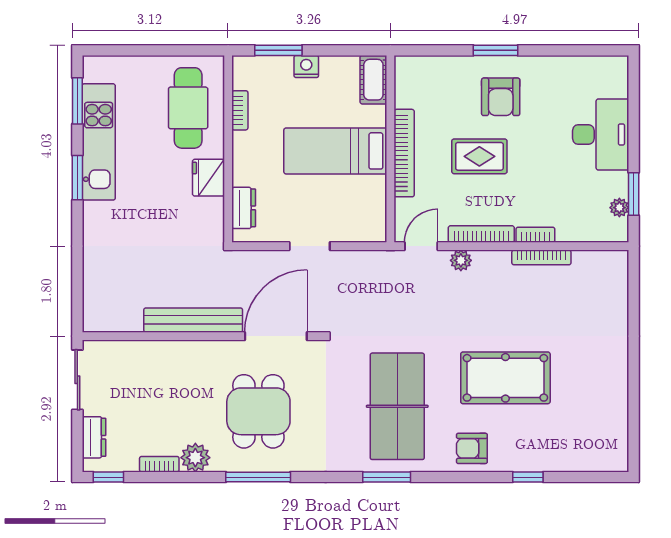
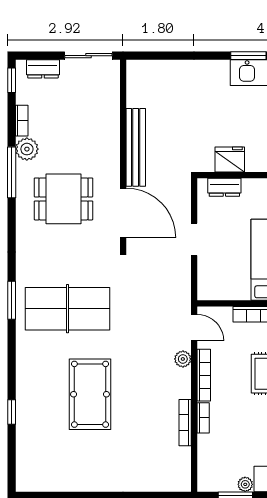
fridge: (209, 178) -> (230, 159), moved
plant: (619, 208) -> (245, 484), moved
armchair: (472, 448) -> (34, 368), removed
window: (258, 477) -> (12, 172), moved

